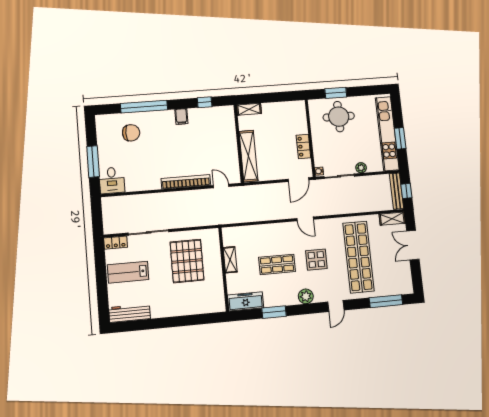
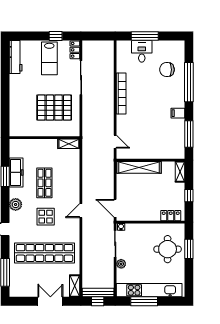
window: (275, 97) -> (189, 196), added
window: (205, 102) -> (189, 134), width x2.17
chair: (131, 133) -> (167, 70), turned 90
window: (400, 138) -> (144, 301), width x1.44
locker: (303, 146) -> (171, 216), moved
desk: (112, 180) -> (142, 51), moved, turned 90
bookcase: (186, 182) -> (121, 93), moved
door: (221, 186) -> (115, 142), hinge flipped
shelving: (230, 260) -> (69, 144), moved
window: (100, 267) -> (56, 36), added
lab bench: (128, 272) -> (49, 58), turned 180
freezer: (246, 301) -> (16, 172), moved

